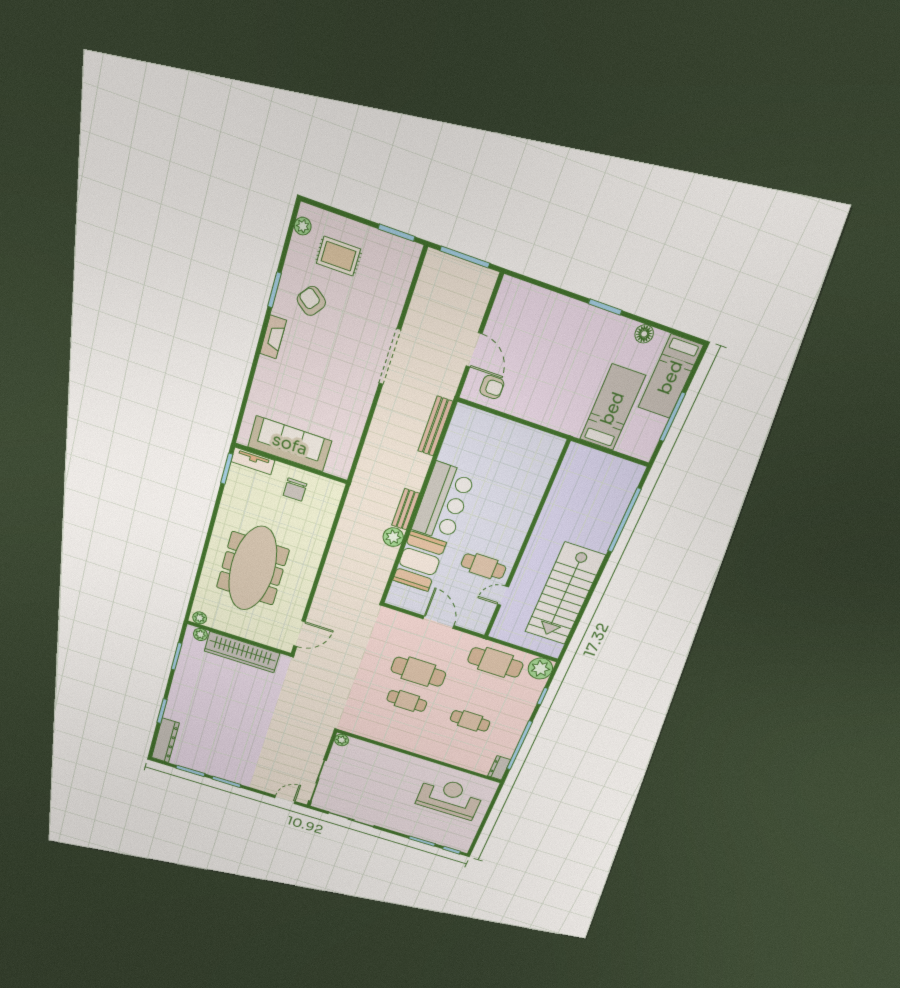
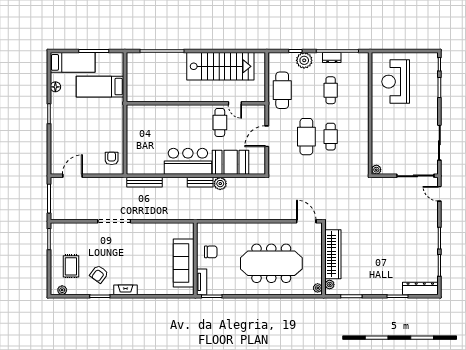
door: (474, 350) -> (72, 176), moved
plant: (540, 668) -> (304, 60), moved
dresser: (499, 768) -> (332, 58), moved

